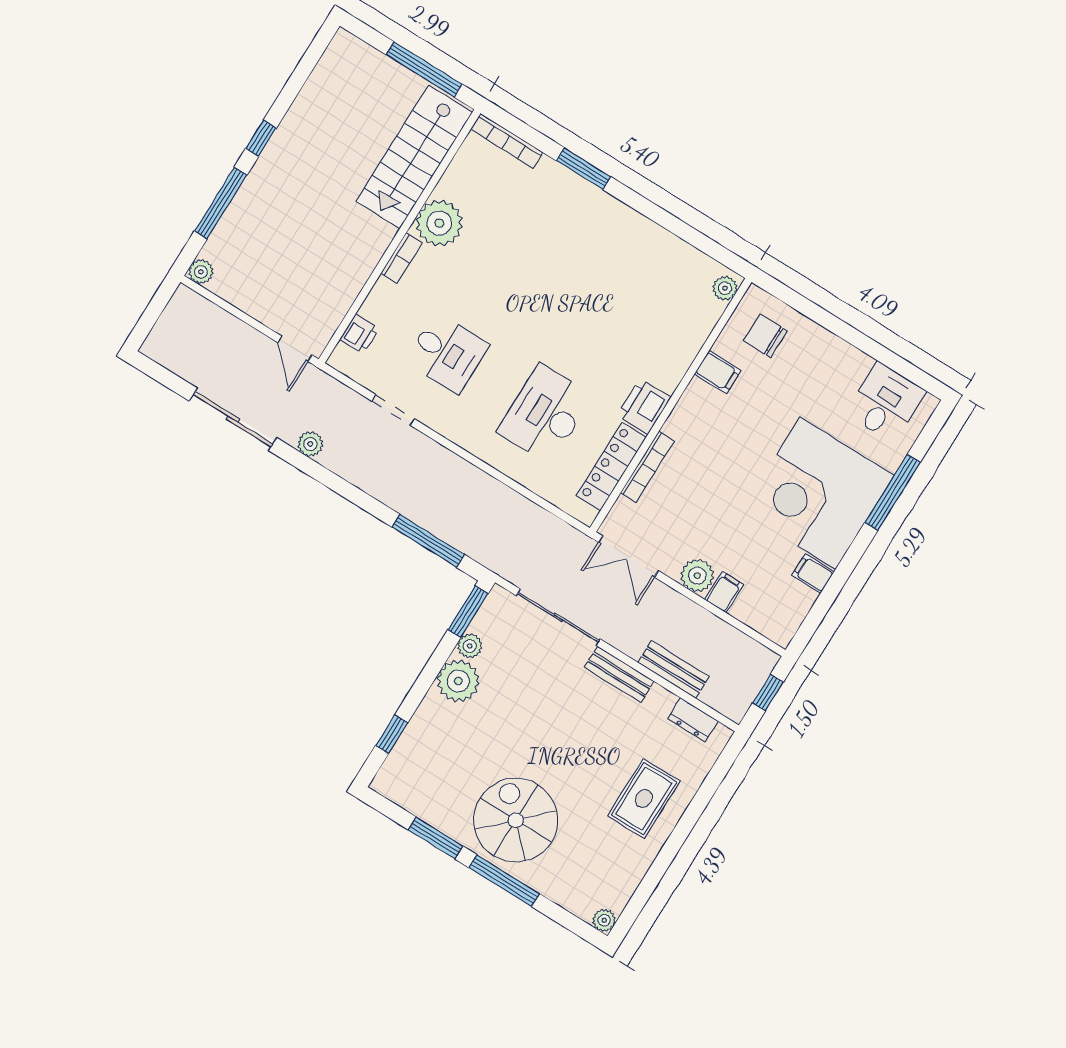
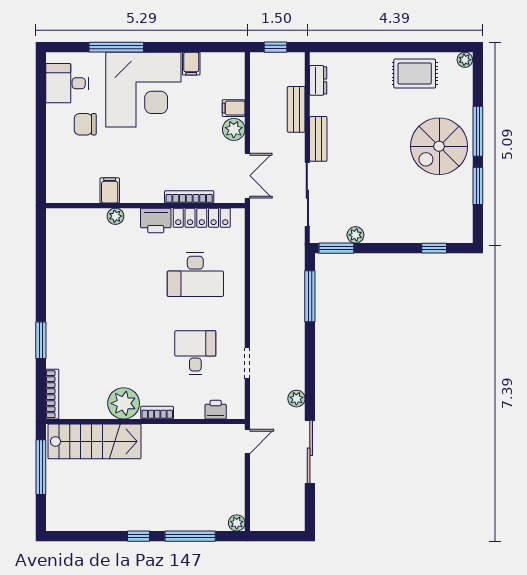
plant: (725, 288) -> (115, 216), moved
chair: (765, 336) -> (85, 124), moved, turned 90
plant: (458, 681) -> (380, 229), removed
rug: (644, 799) -> (415, 74), moved

